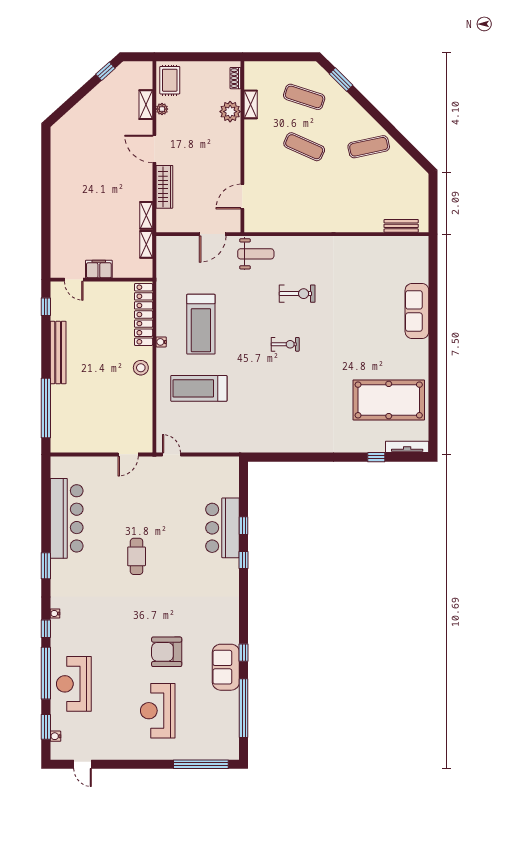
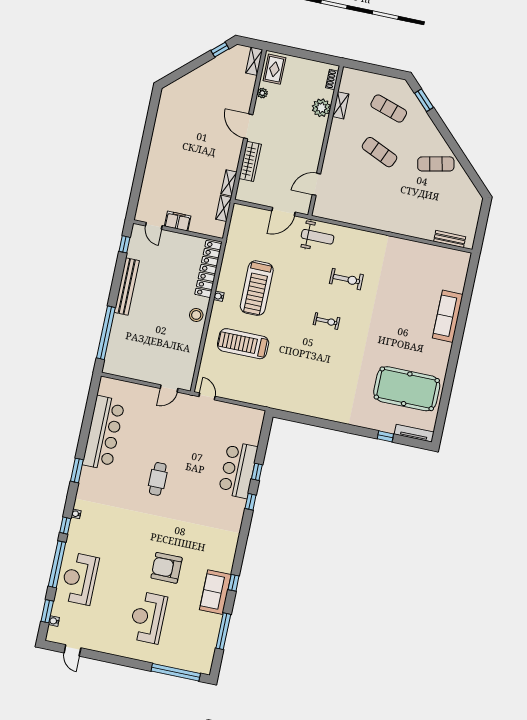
shelving: (146, 105) -> (254, 61), moved
window: (244, 708) -> (223, 631), width x0.68

